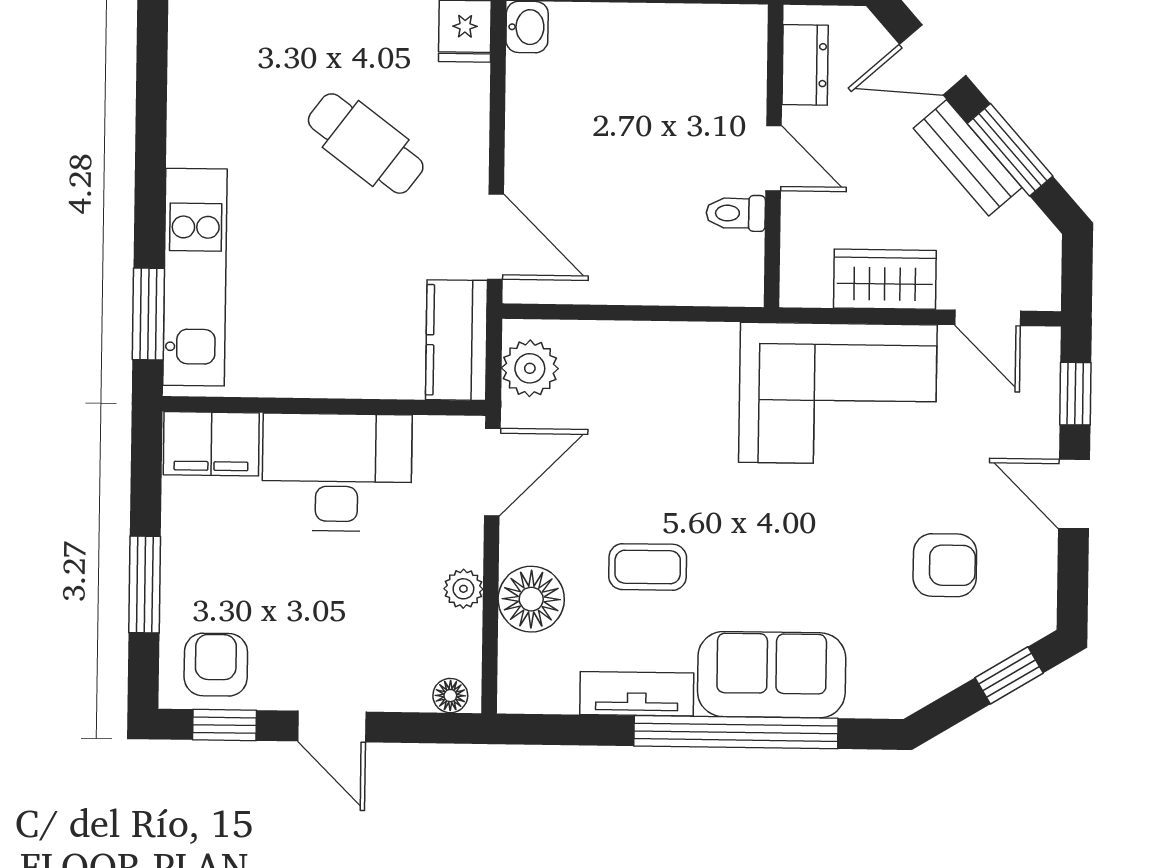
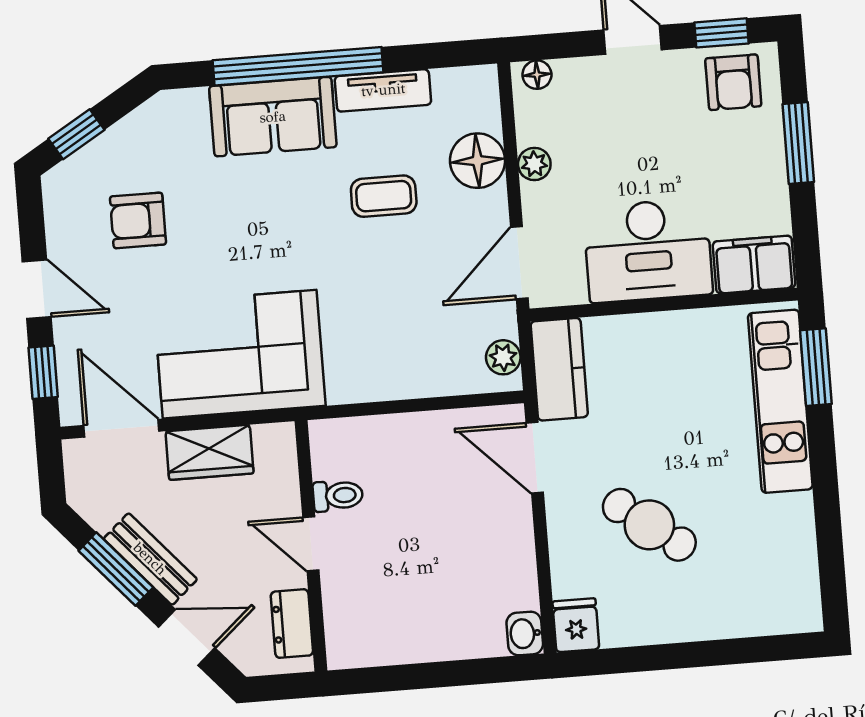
door: (988, 318) -> (121, 428), width x1.38
plant: (530, 368) -> (503, 357), width x0.73, depth x0.73

